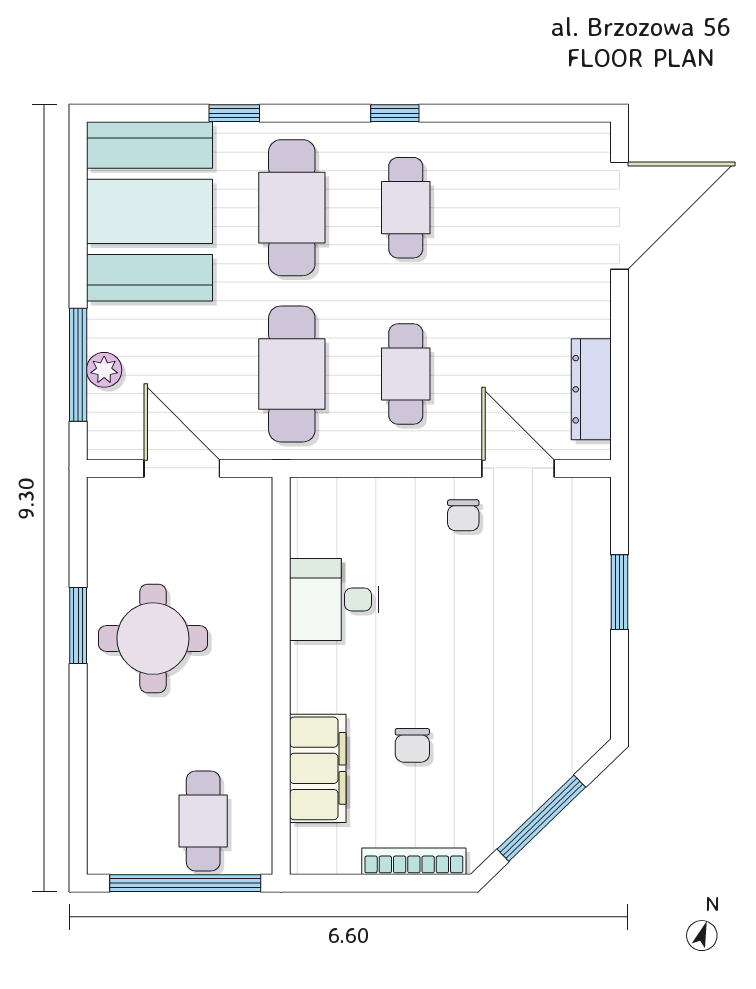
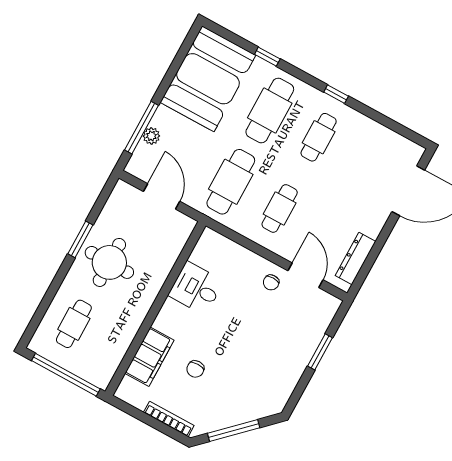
cafe table: (203, 821) -> (74, 324), moved

